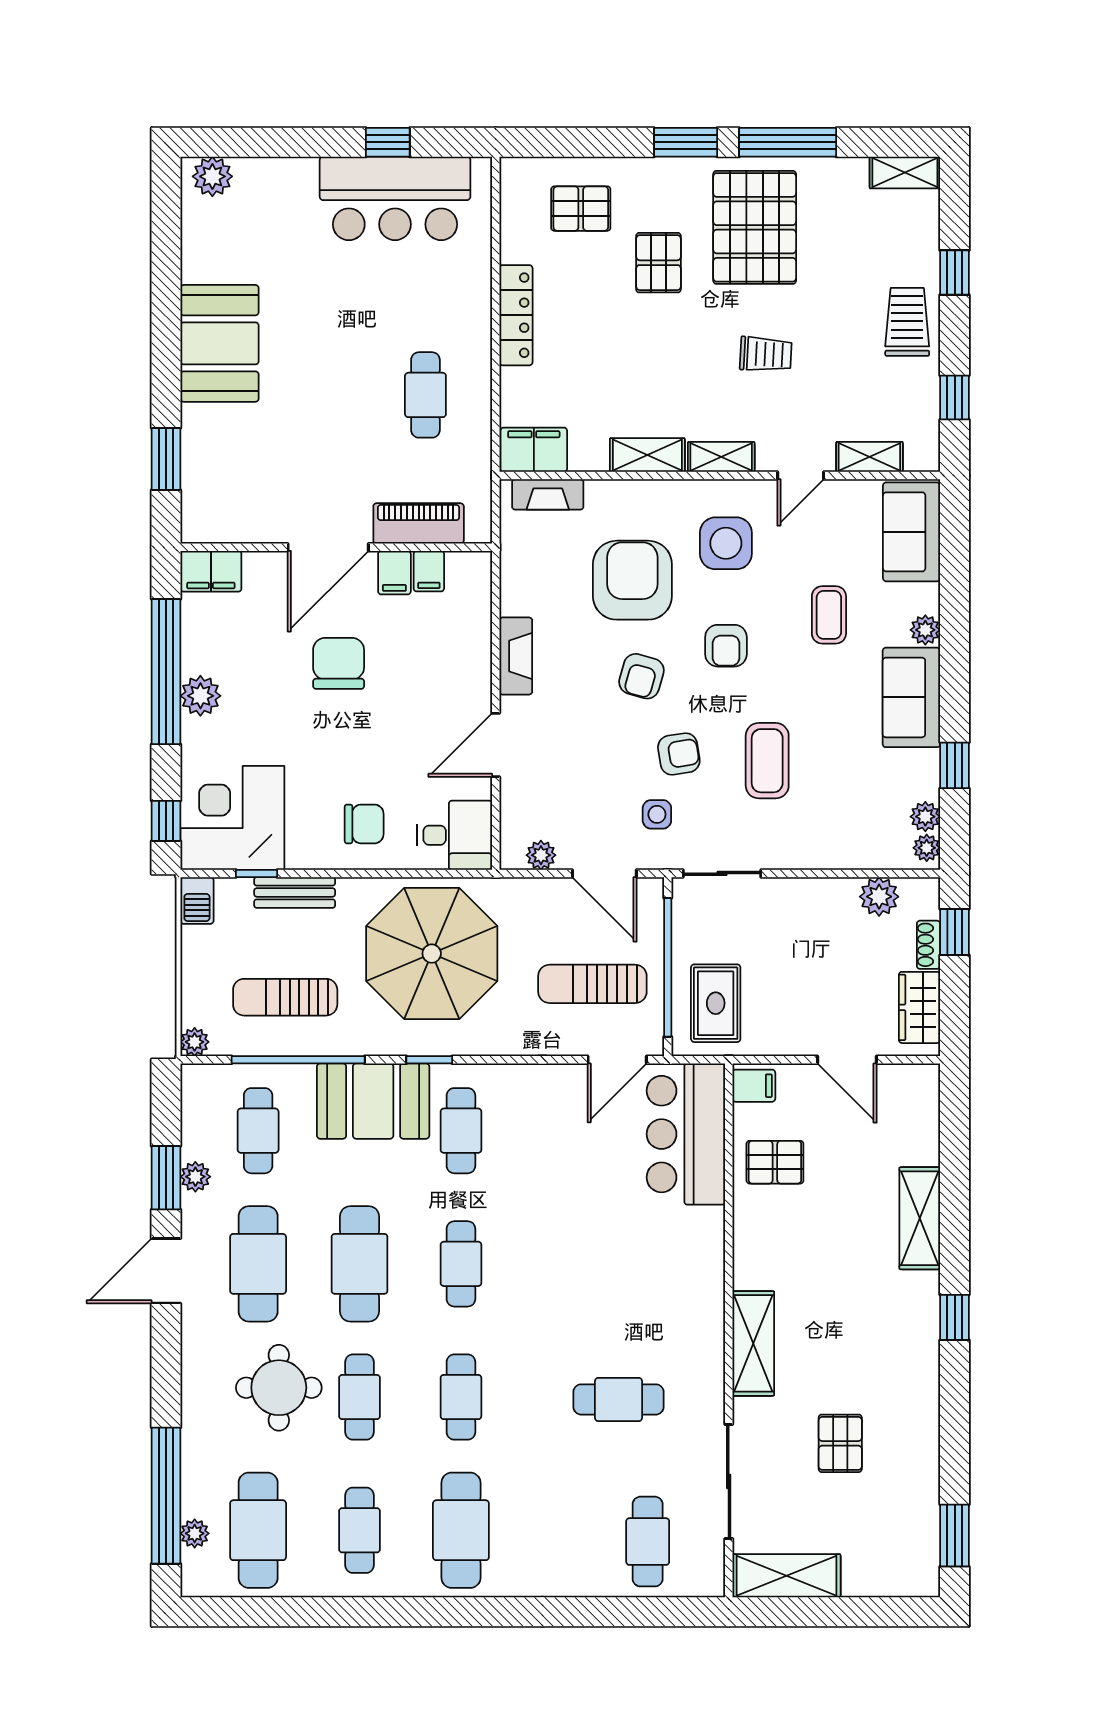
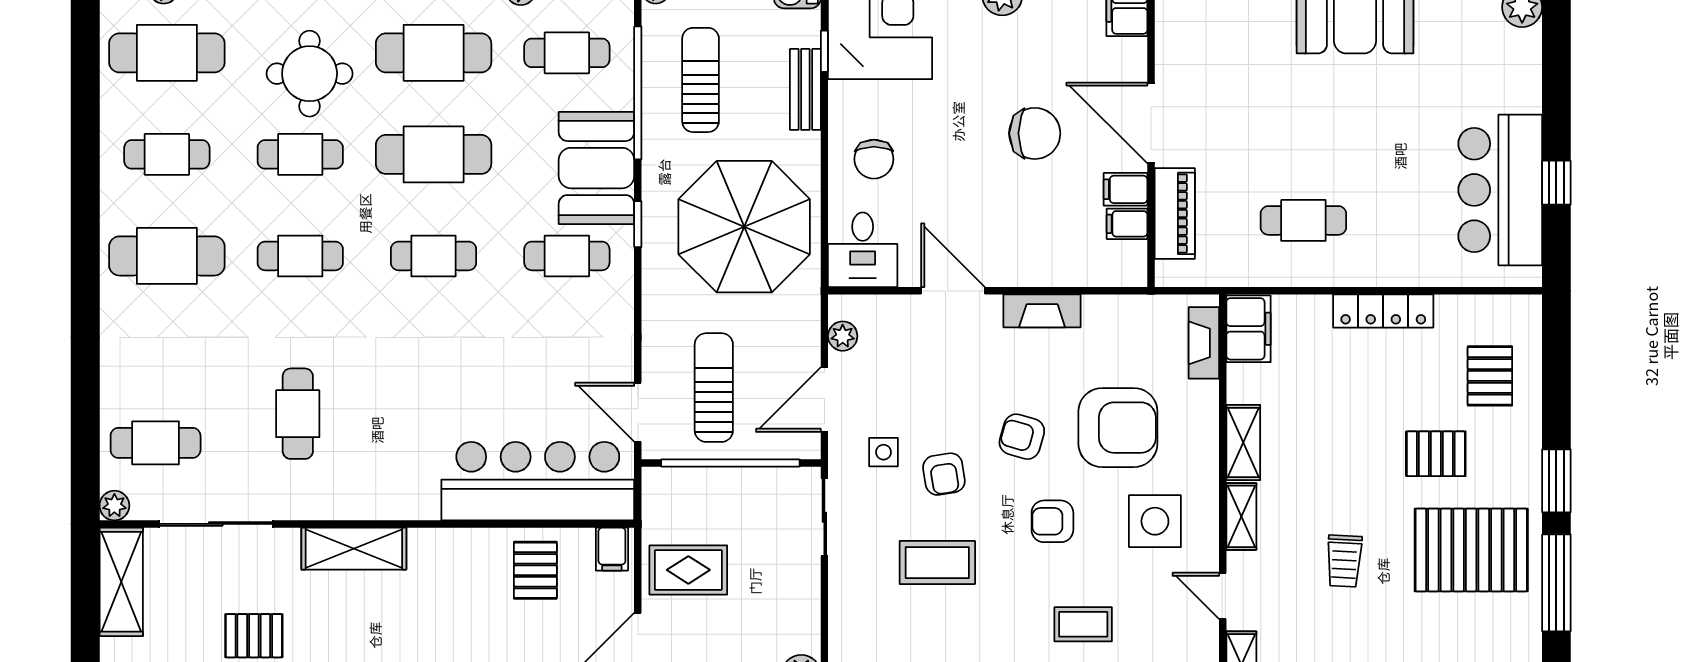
rug: (716, 1003) -> (688, 570), moved
bar counter: (686, 1134) -> (538, 481), width x1.36
plant: (710, 1583) -> (114, 506), added

